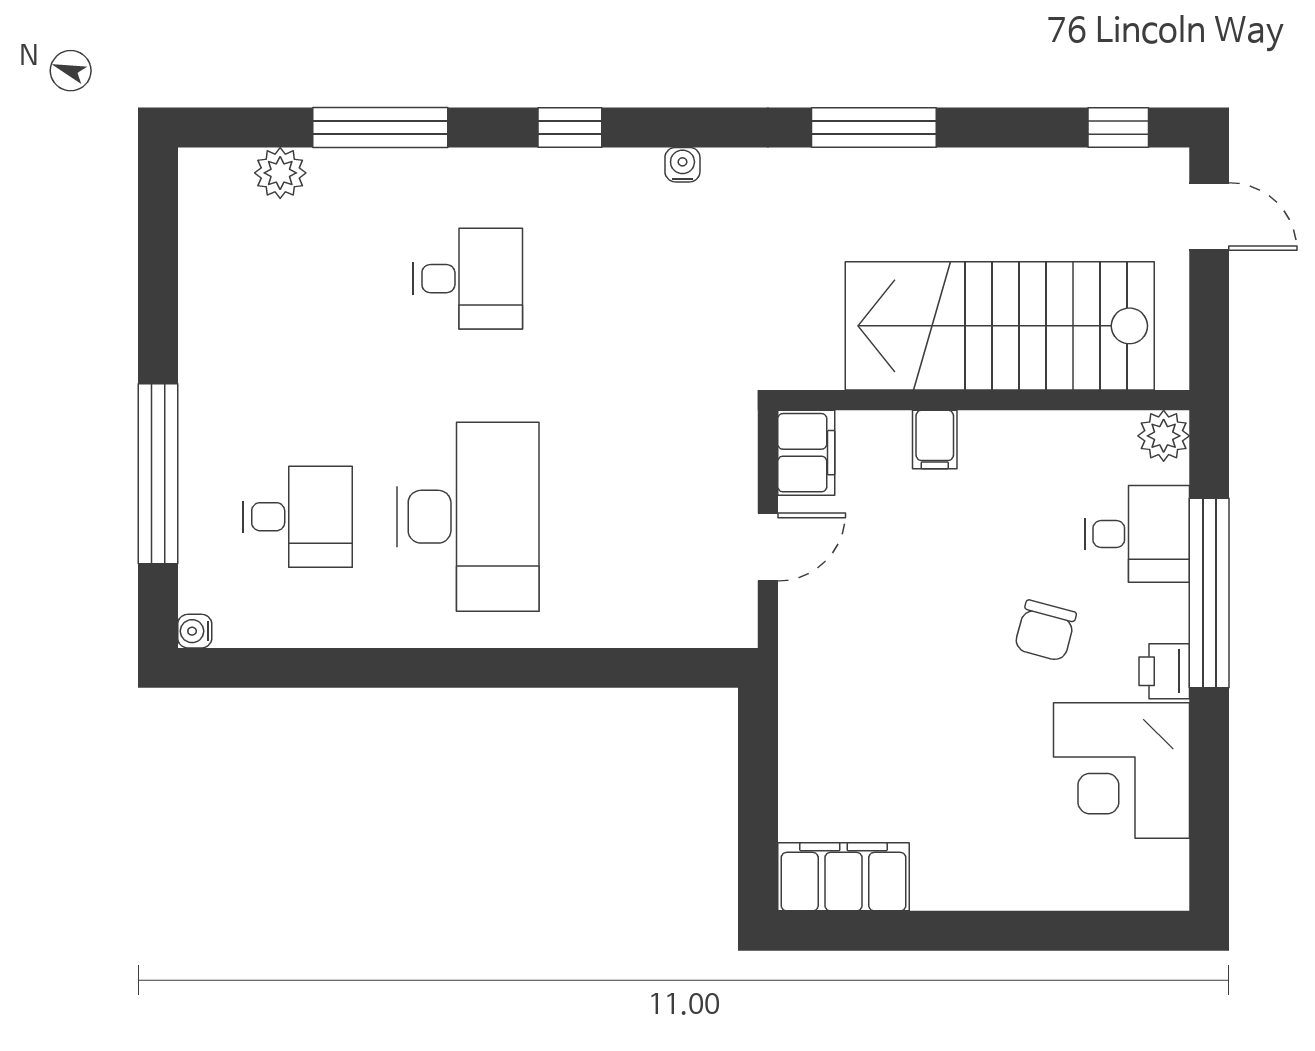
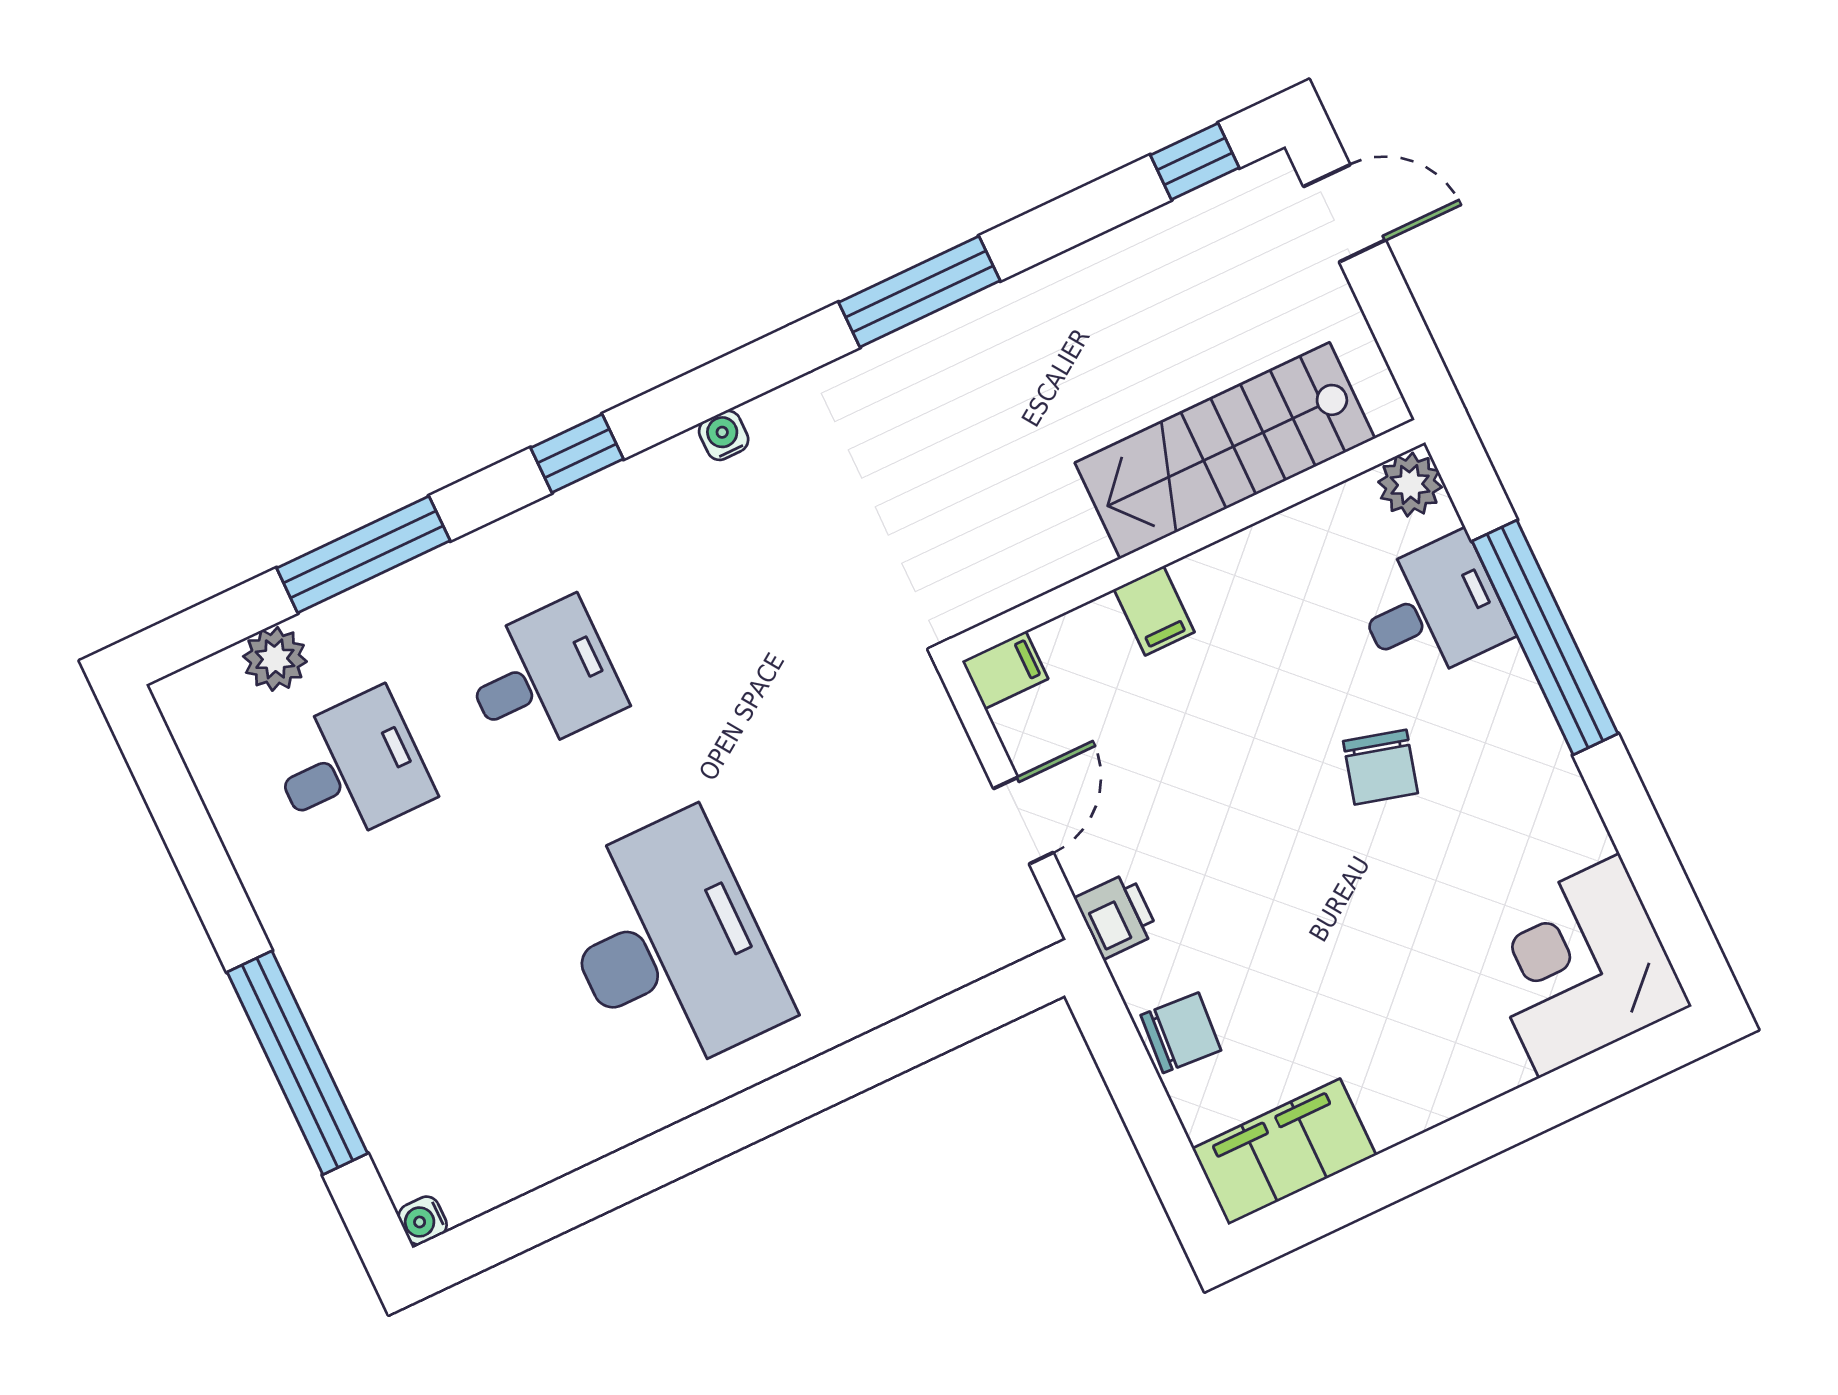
stairs: (1000, 326) -> (1225, 451), width x0.73, depth x0.66
filing cabinet: (806, 453) -> (1005, 670), width x0.50
desk: (298, 517) -> (351, 769), moved
printer: (1164, 671) -> (1117, 916), moved, turned 180
chair: (809, 755) -> (1181, 1033), added
corner desk: (1121, 771) -> (1579, 966), moved, turned 90

